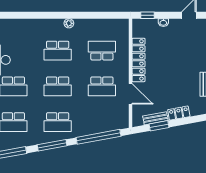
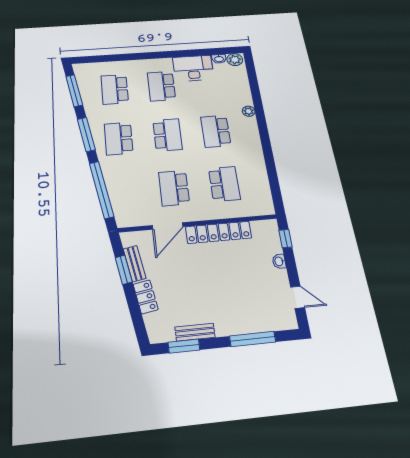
plant: (69, 23) -> (249, 111), moved
school desk: (58, 86) -> (167, 135), turned 180

